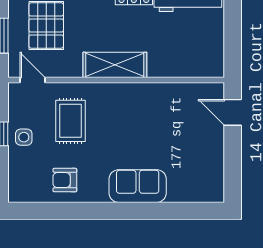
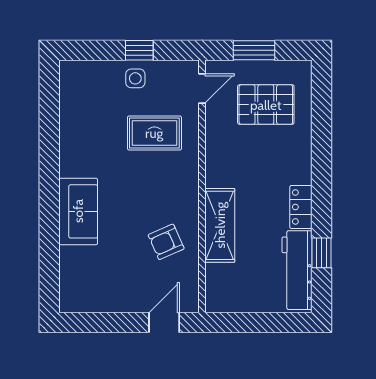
shelving: (115, 65) -> (220, 225), moved
armchair: (65, 180) -> (166, 242), moved, turned -114

